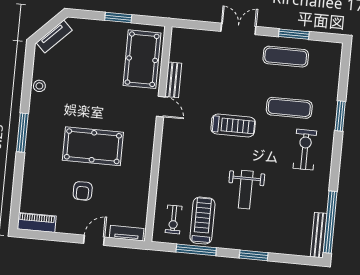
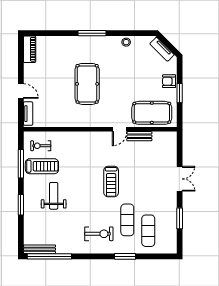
exercise mat: (286, 57) -> (148, 231), moved
weight bench: (246, 190) -> (54, 196), moved, turned 90
armchair: (83, 191) -> (169, 81), moved

